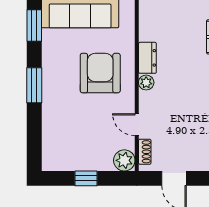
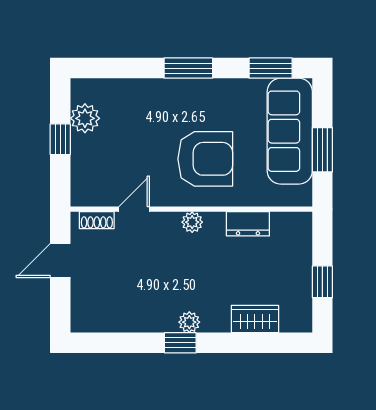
dresser: (147, 58) -> (248, 224), moved
plant: (124, 160) -> (85, 118), moved

